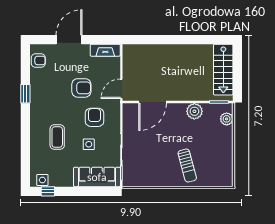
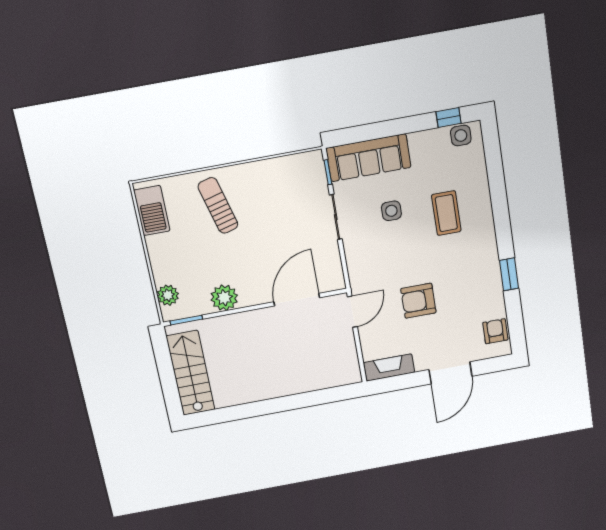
armchair: (38, 60) -> (495, 331), turned 90
armchair: (95, 117) -> (389, 257), removed
barbecue: (225, 170) -> (152, 211), added

